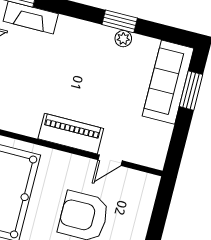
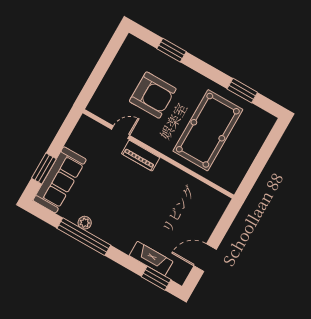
window: (120, 21) -> (84, 237), width x2.11
piano: (71, 134) -> (141, 156), width x0.73, depth x0.75

